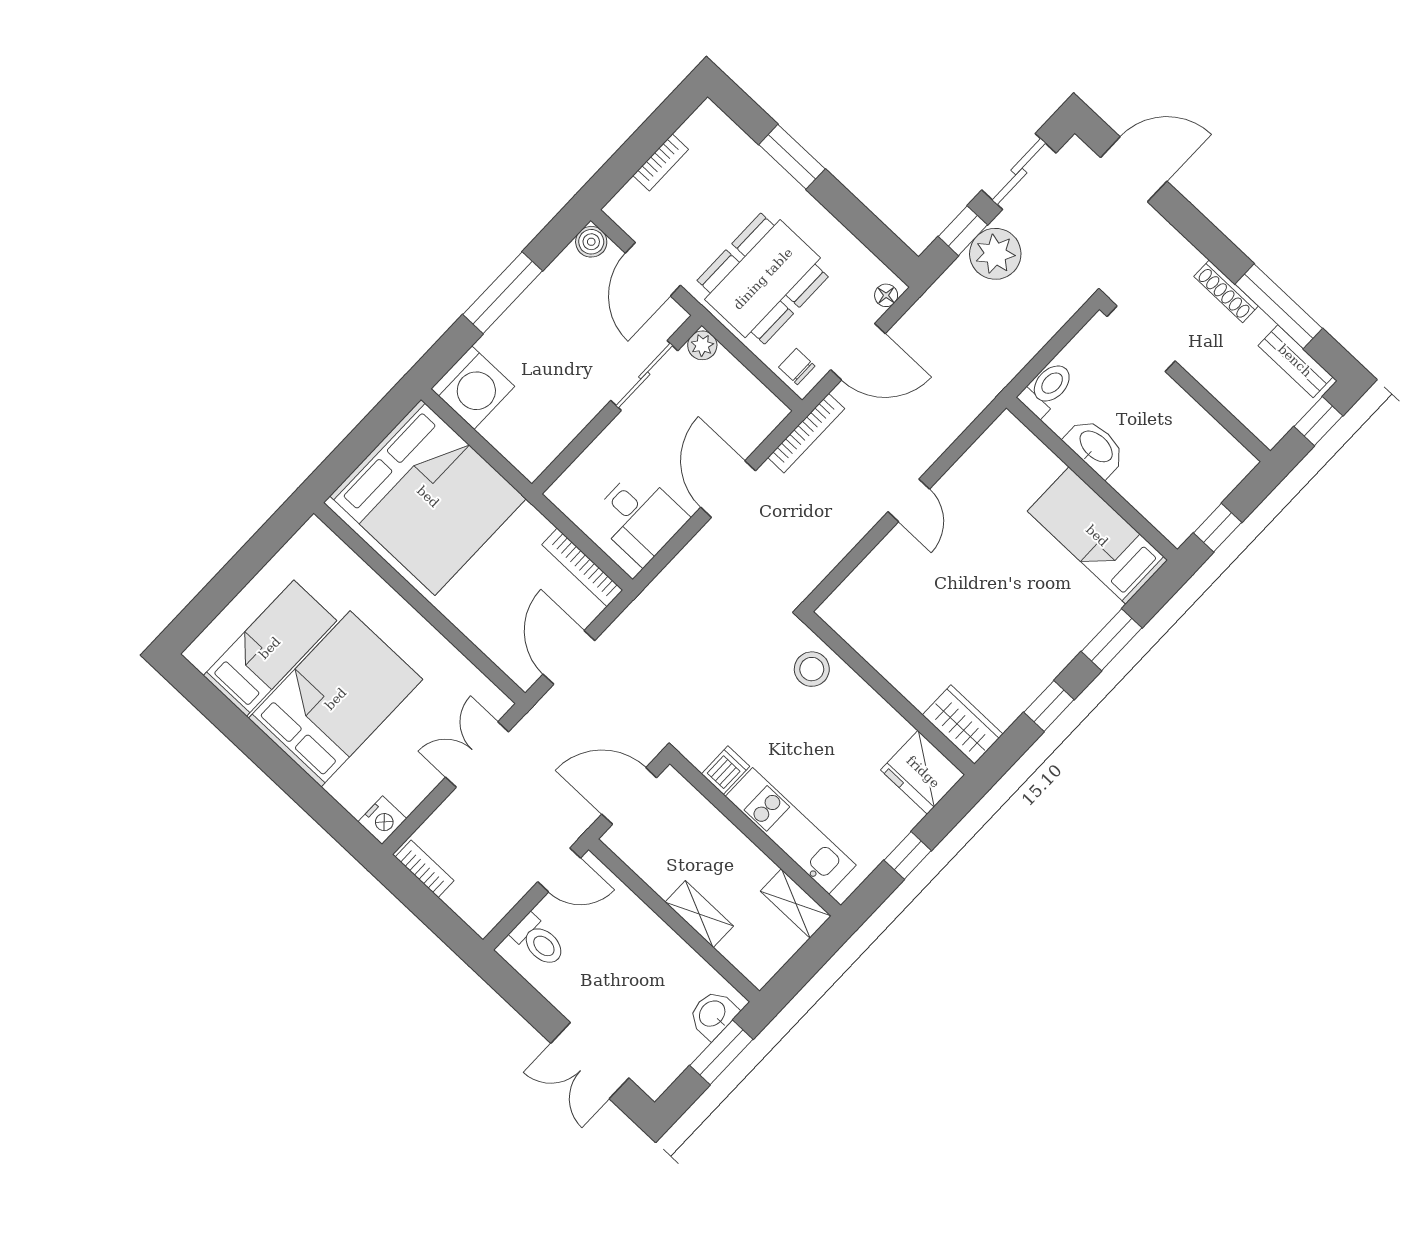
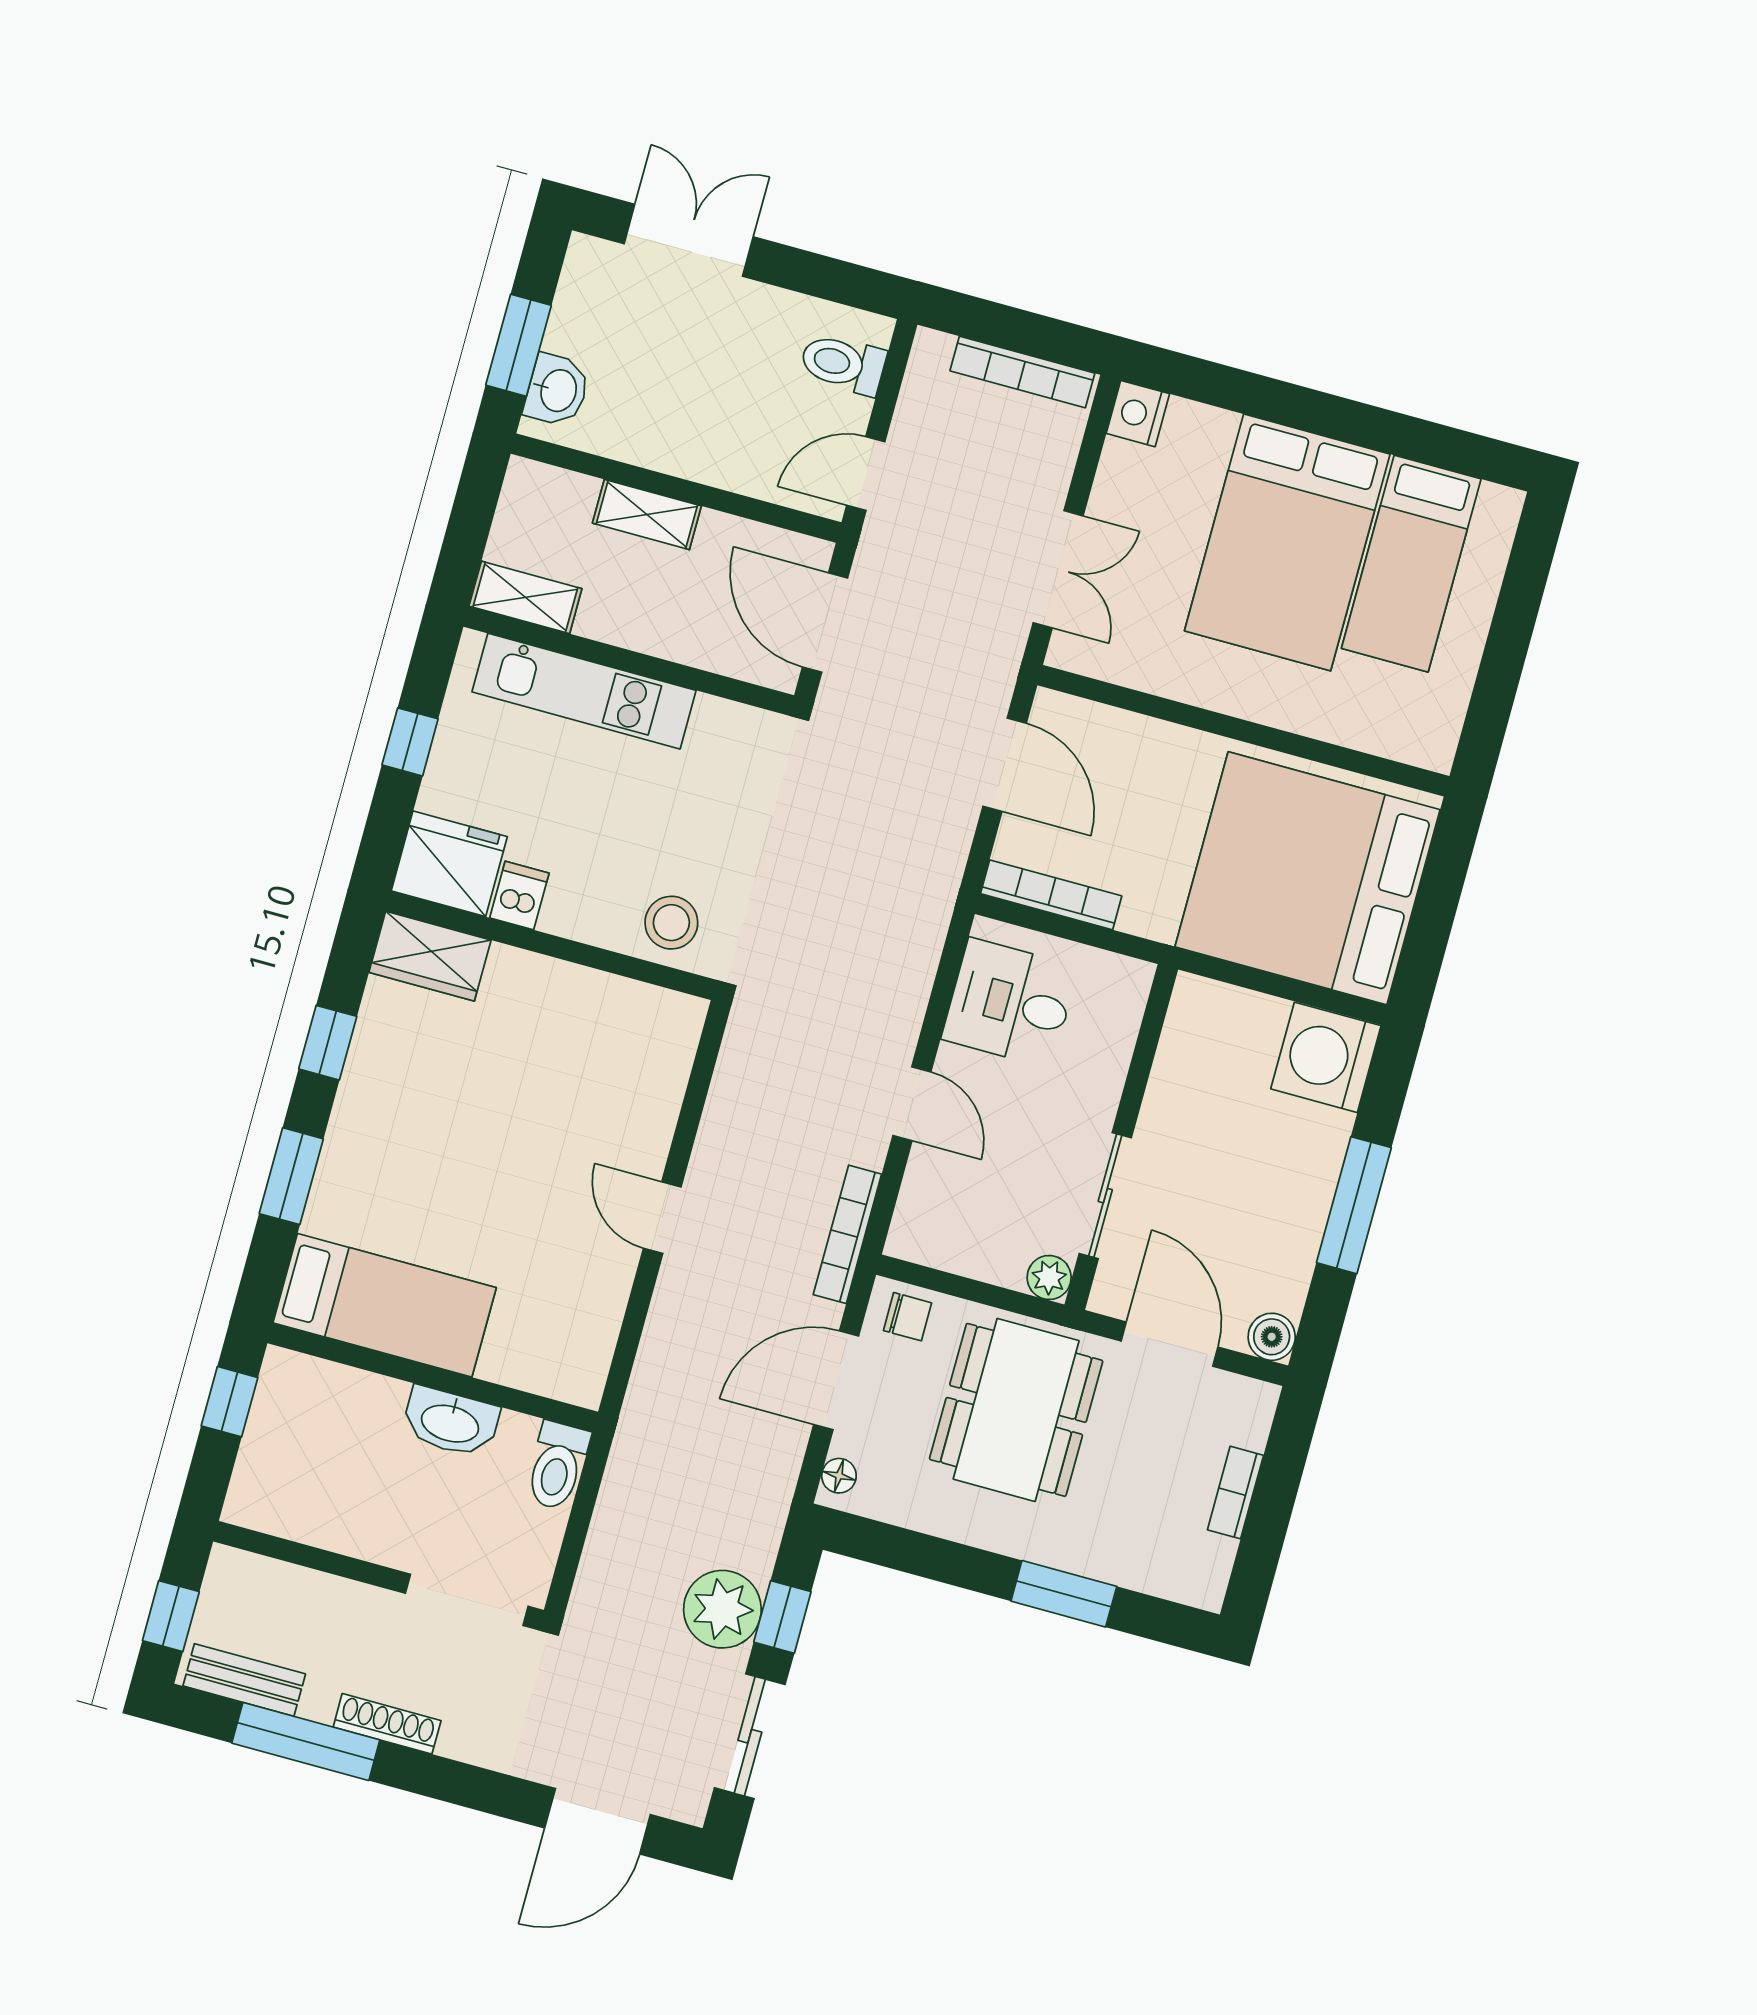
door: (728, 489) -> (912, 1104), width x0.73
dishwasher: (726, 770) -> (519, 895), moved, turned 180
door: (629, 796) -> (825, 622), swing flipped
bookcase: (425, 869) -> (1022, 372), width x1.56

